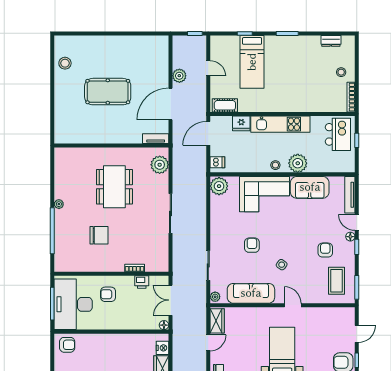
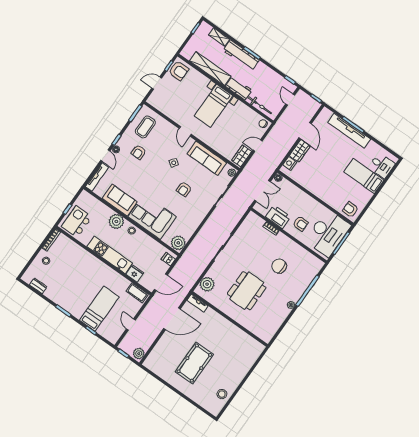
plant: (179, 76) -> (139, 354), moved
pool table: (108, 92) -> (194, 363), moved, turned 90
printer: (142, 282) -> (278, 217), width x1.87, depth x1.48

